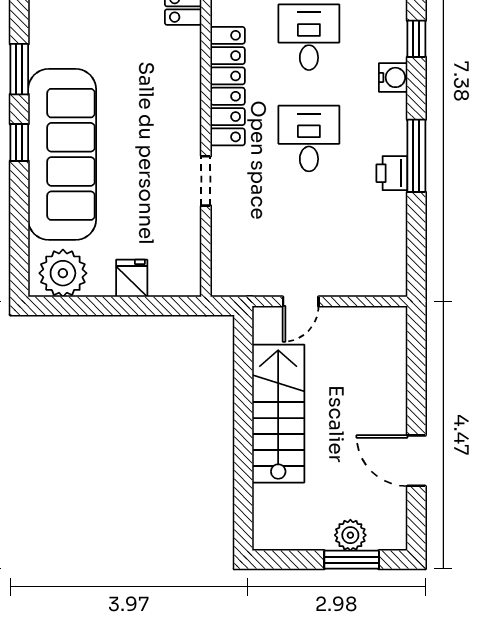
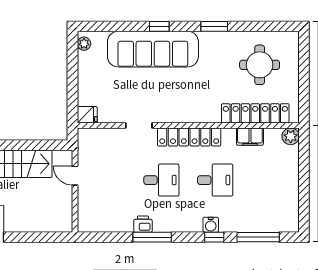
window: (19, 69) -> (214, 26), moved
water cooler: (393, 77) -> (211, 225), moved
plant: (63, 273) -> (84, 44), width x0.53, depth x0.53
fridge: (132, 278) -> (87, 115), moved

